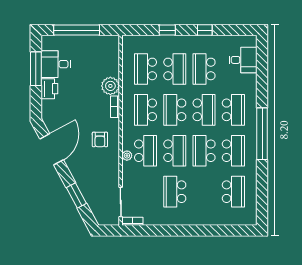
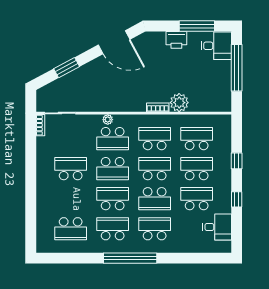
desk: (243, 60) -> (217, 227), moved, turned -90
desk: (56, 64) -> (216, 46), moved, turned 90
school desk: (175, 69) -> (197, 169), turned 180
school desk: (233, 110) -> (155, 229), turned 180
armchair: (100, 139) -> (124, 92), removed
school desk: (233, 151) -> (113, 229), turned 180

